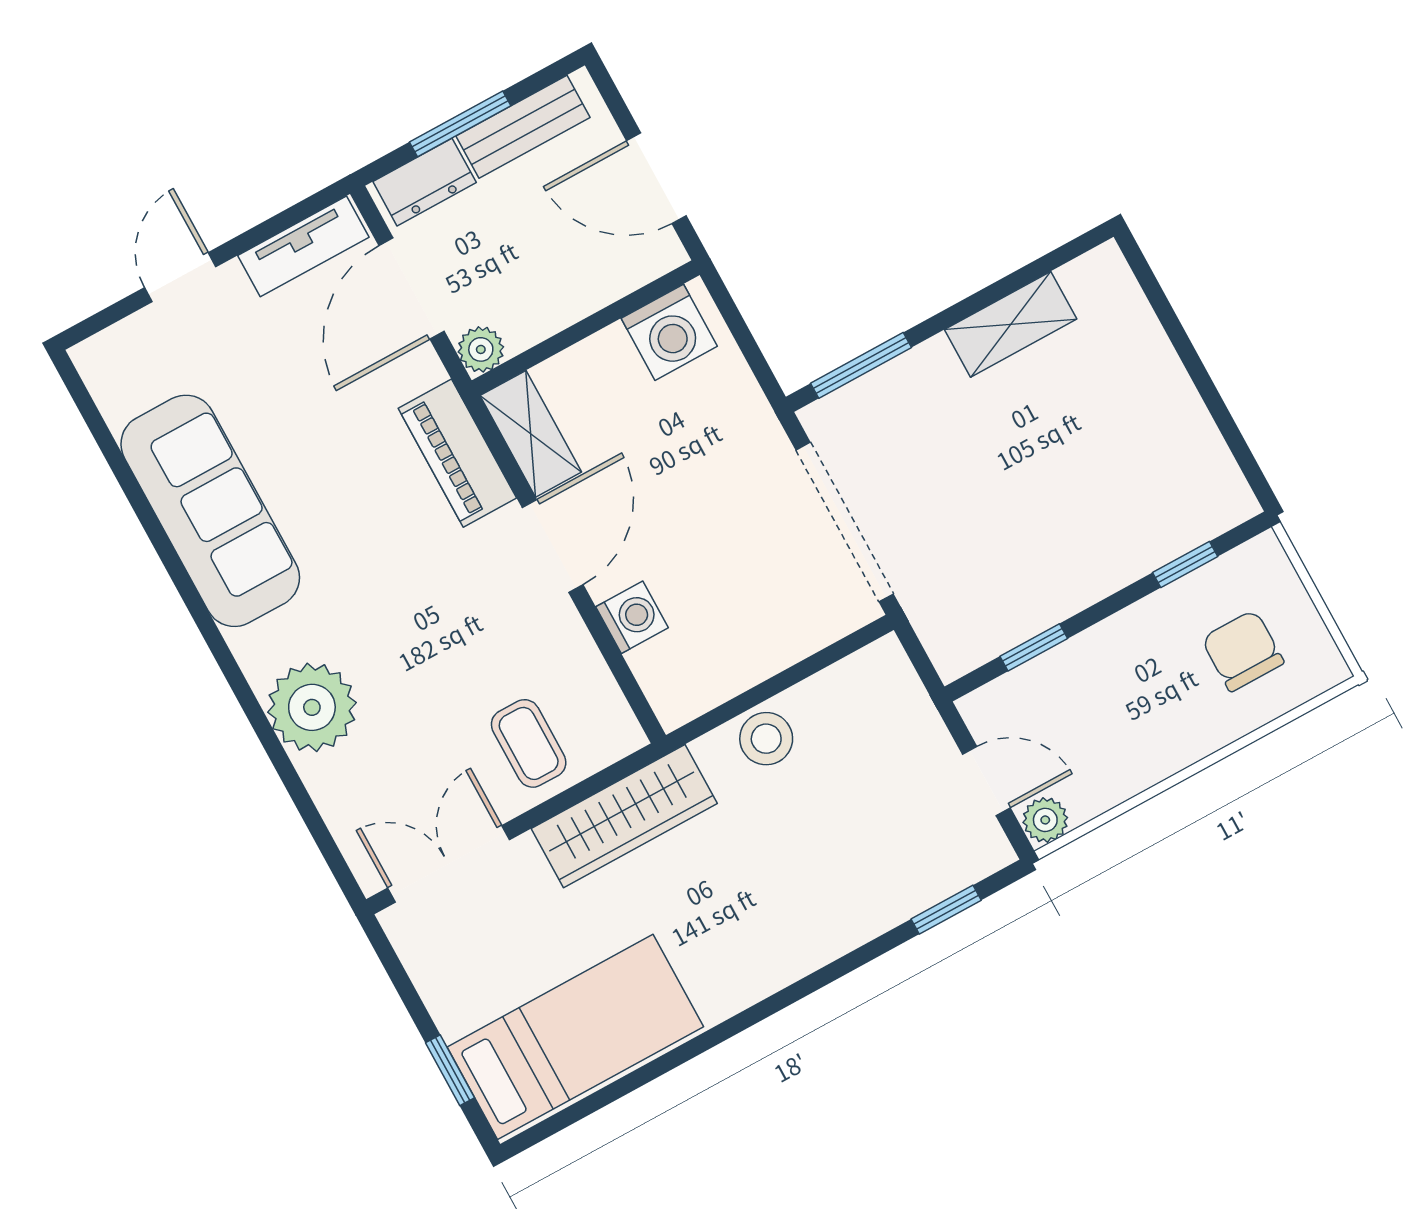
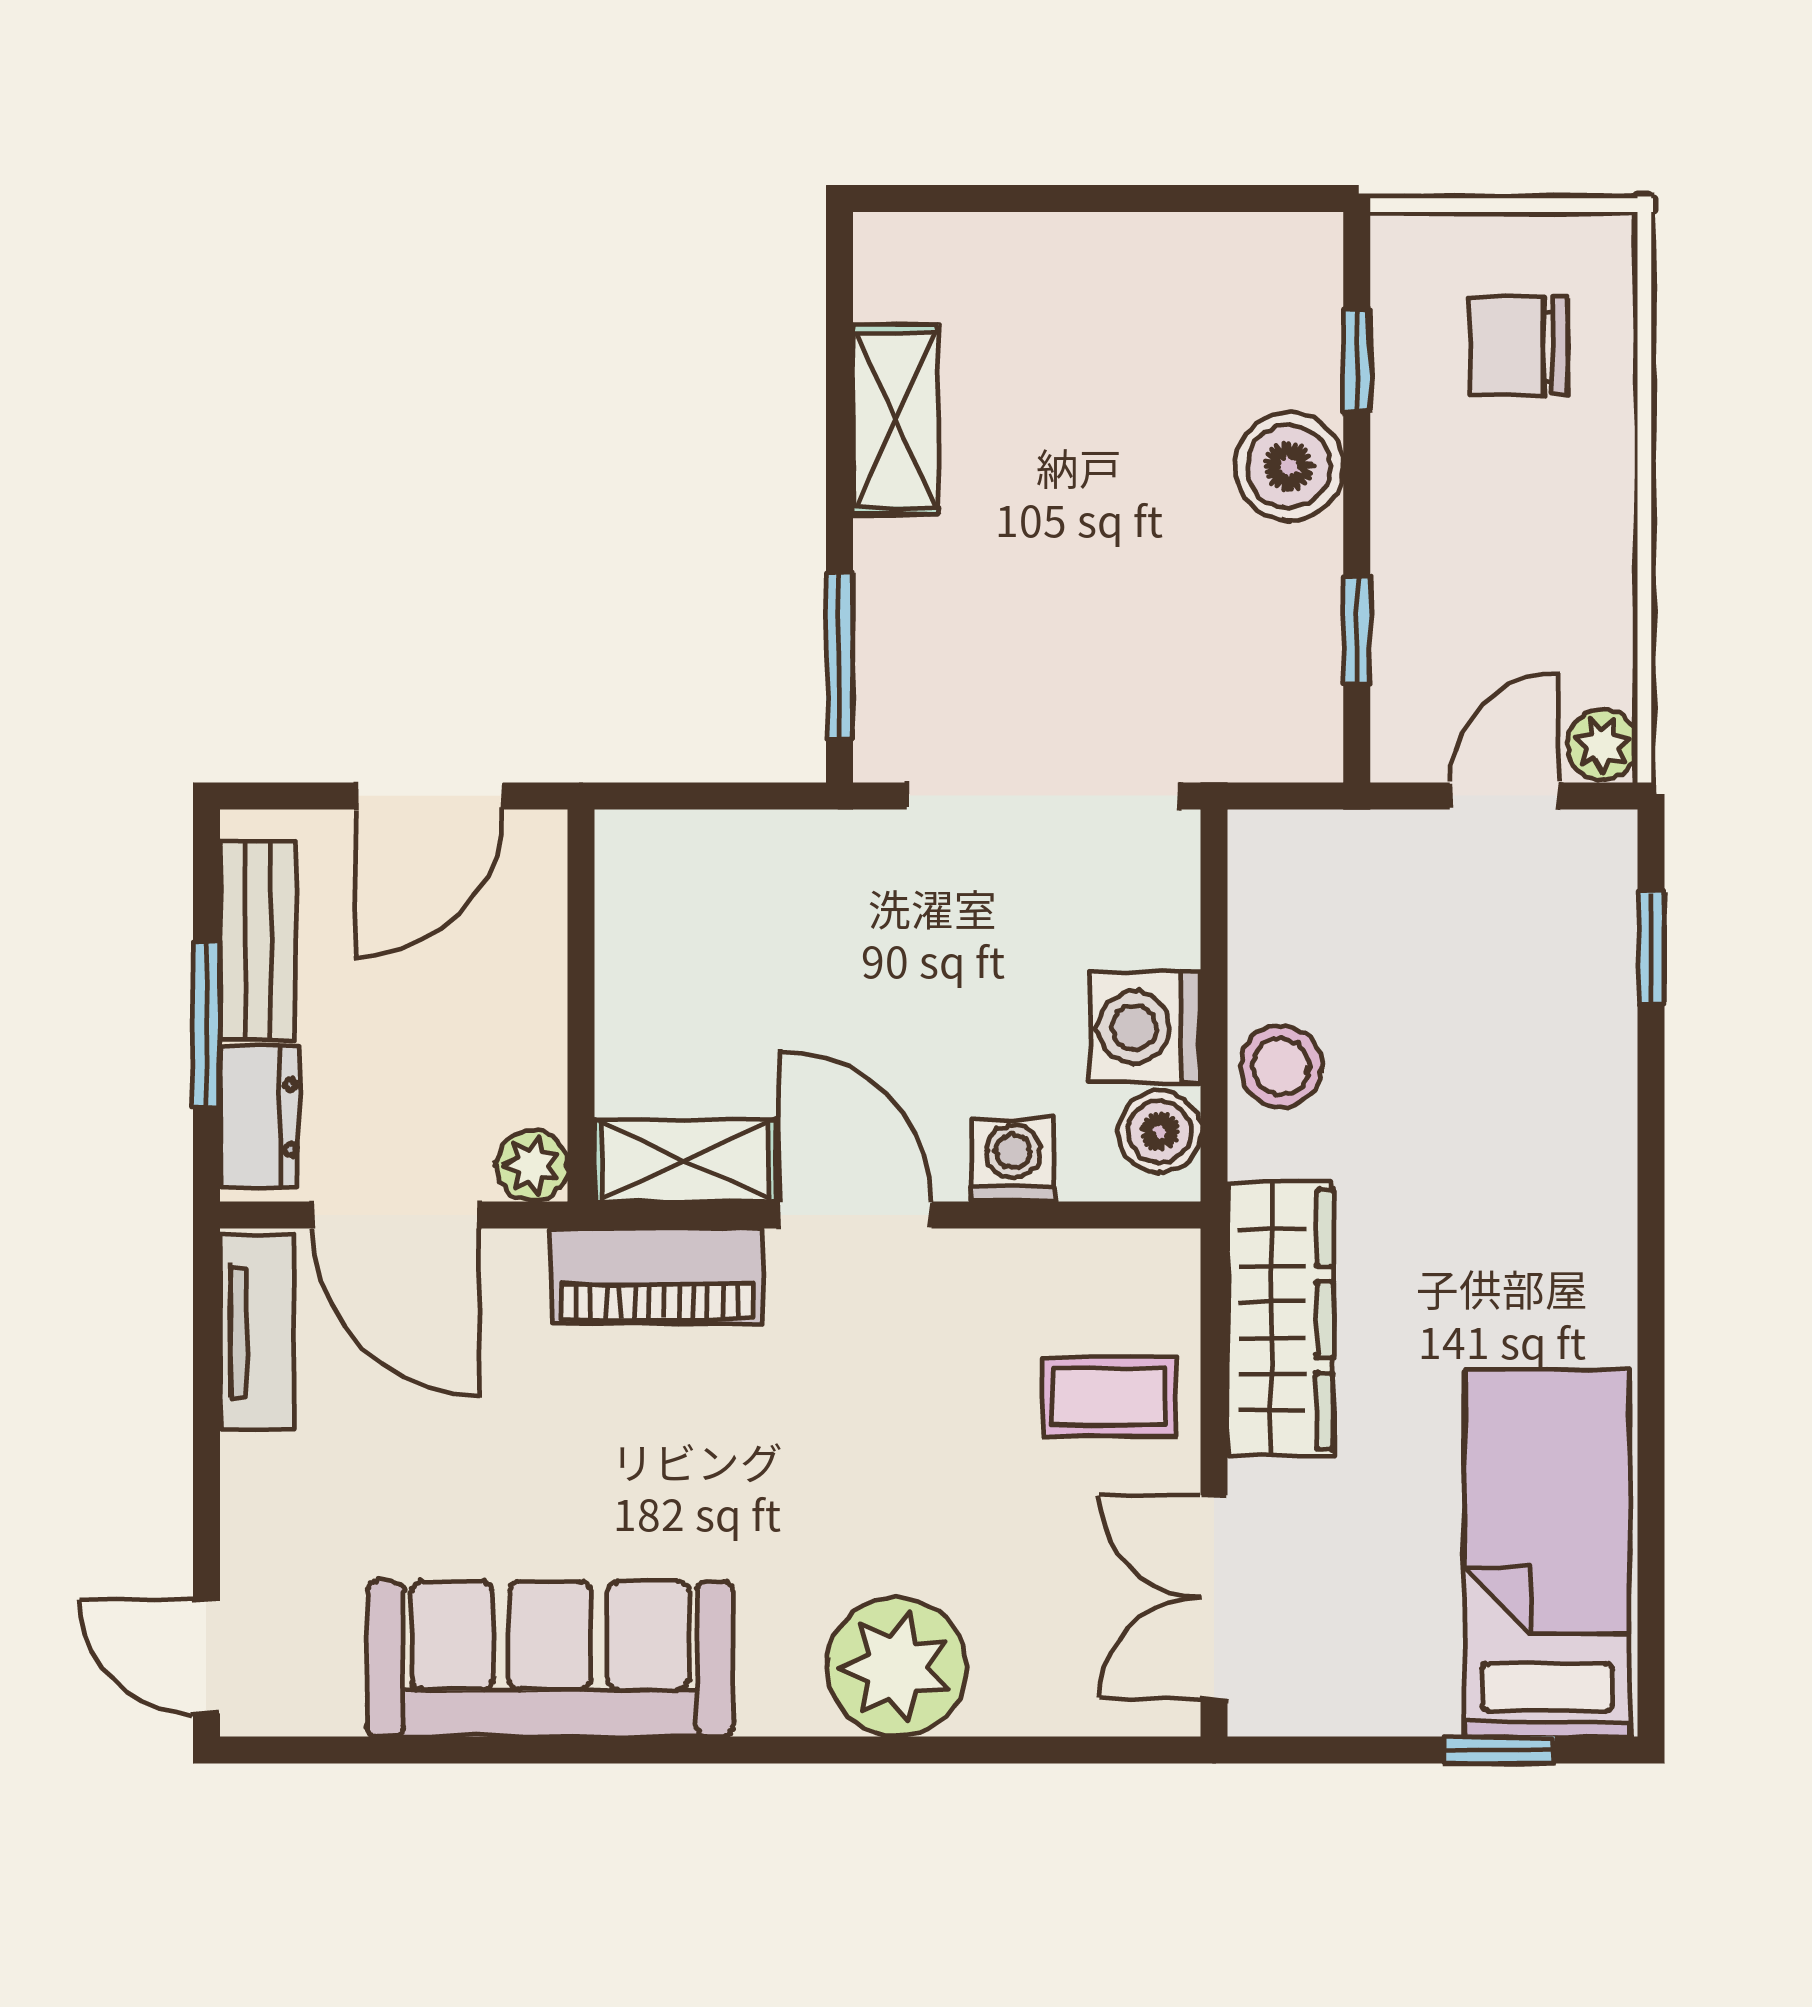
door: (180, 277) -> (206, 1657), moved
washing machine: (669, 332) -> (1145, 1028), moved, turned 180
boiler: (1105, 559) -> (1289, 467), added
boiler: (693, 691) -> (1160, 1132), added

